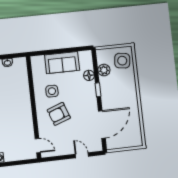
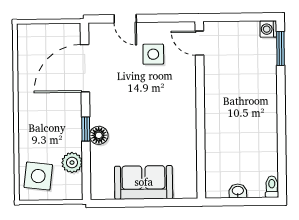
floor lamp: (89, 75) -> (99, 135), moved
side table: (52, 91) -> (153, 54), moved
armchair: (59, 114) -> (158, 94), removed

